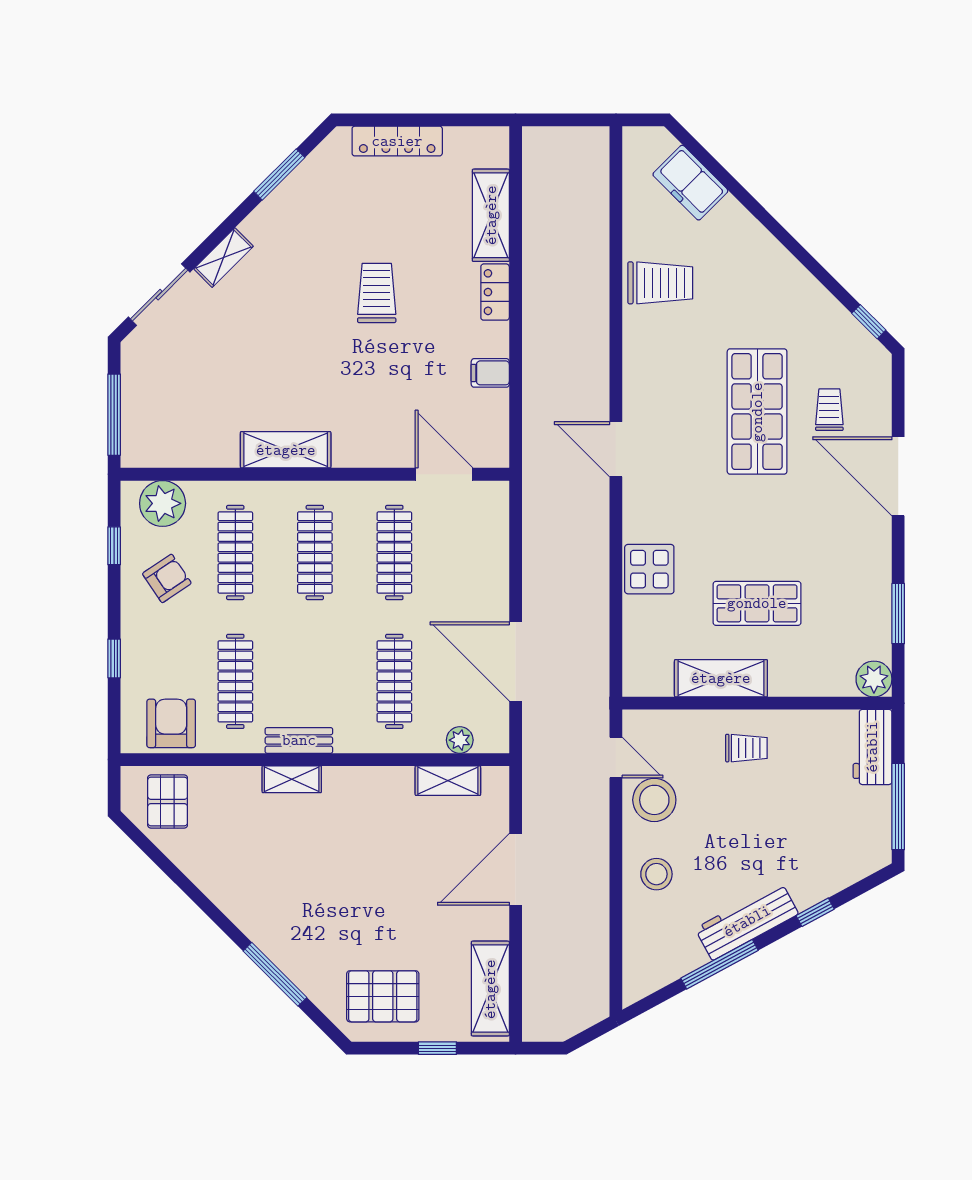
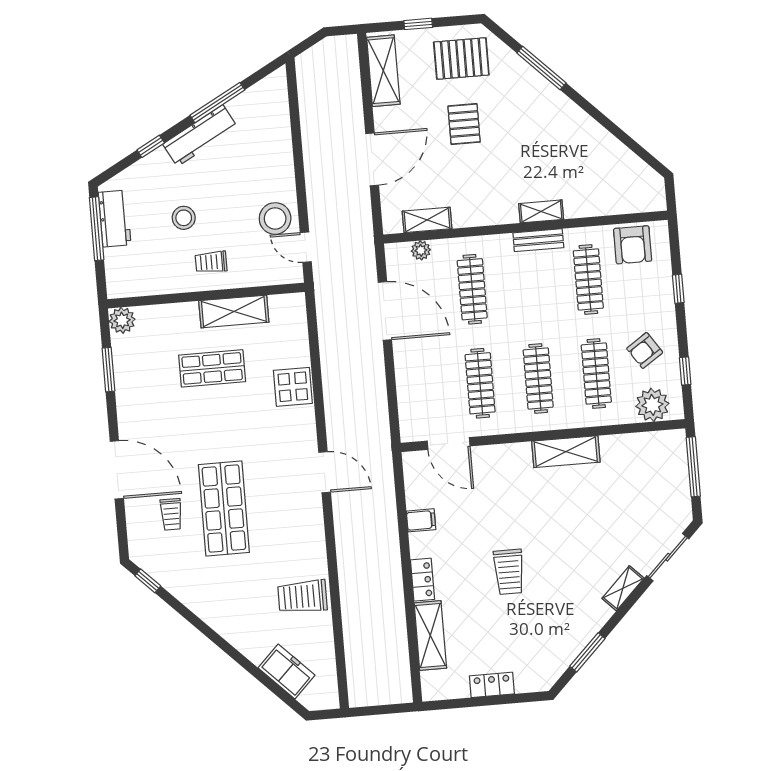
locker: (397, 141) -> (492, 685), width x0.66
workbench: (872, 747) -> (115, 219), moved
pallet: (168, 801) -> (464, 124), moved
stool: (656, 874) -> (184, 218), moved

